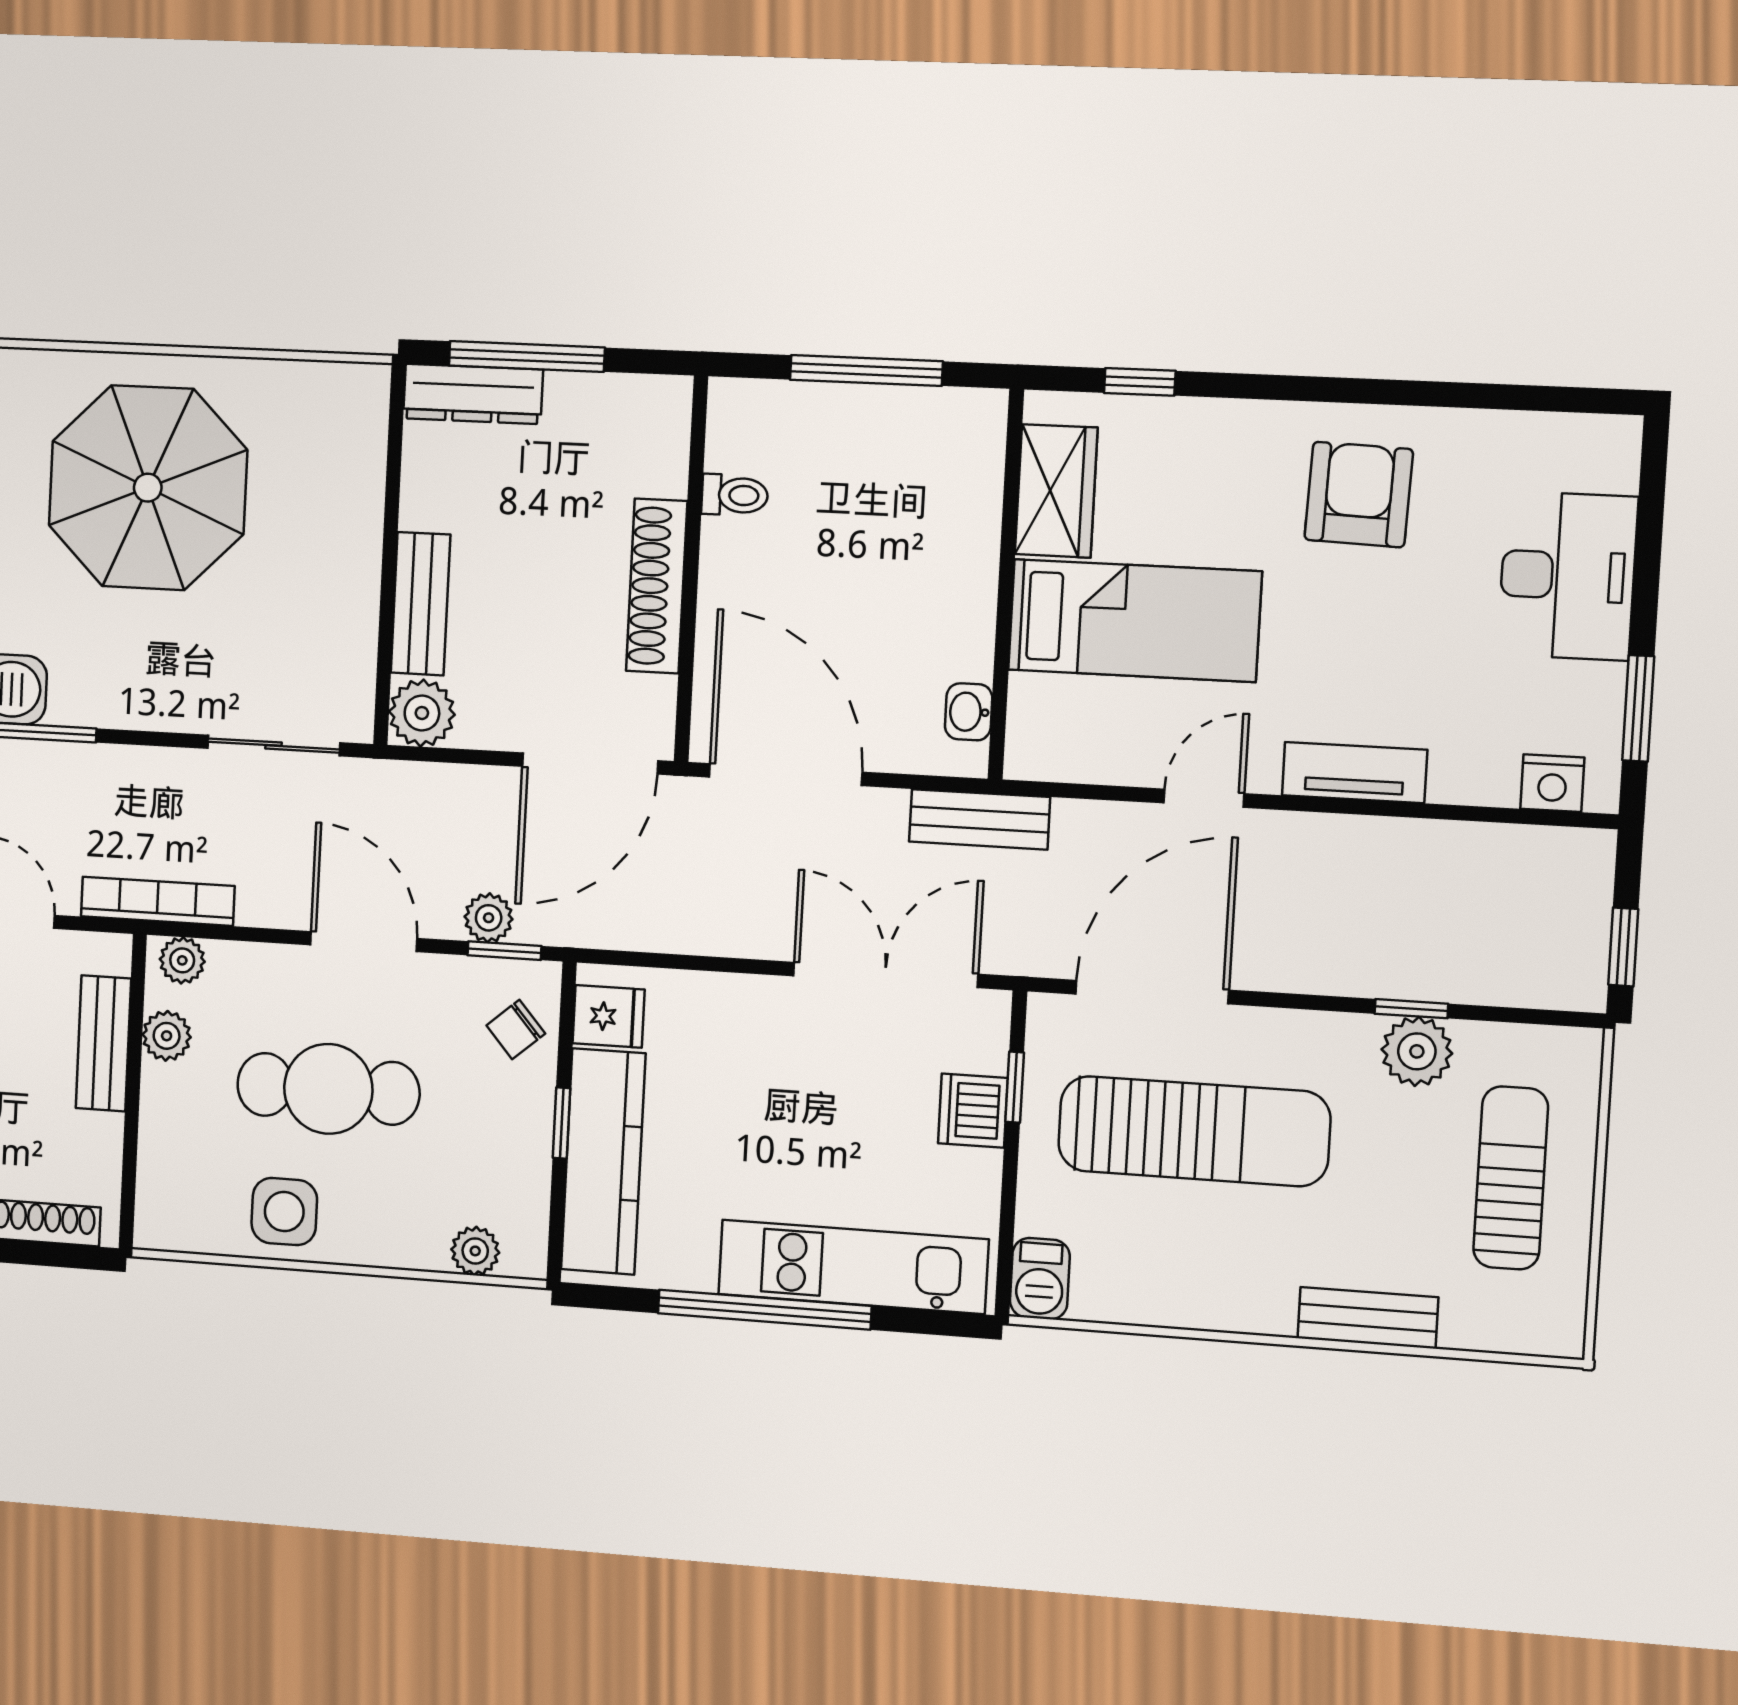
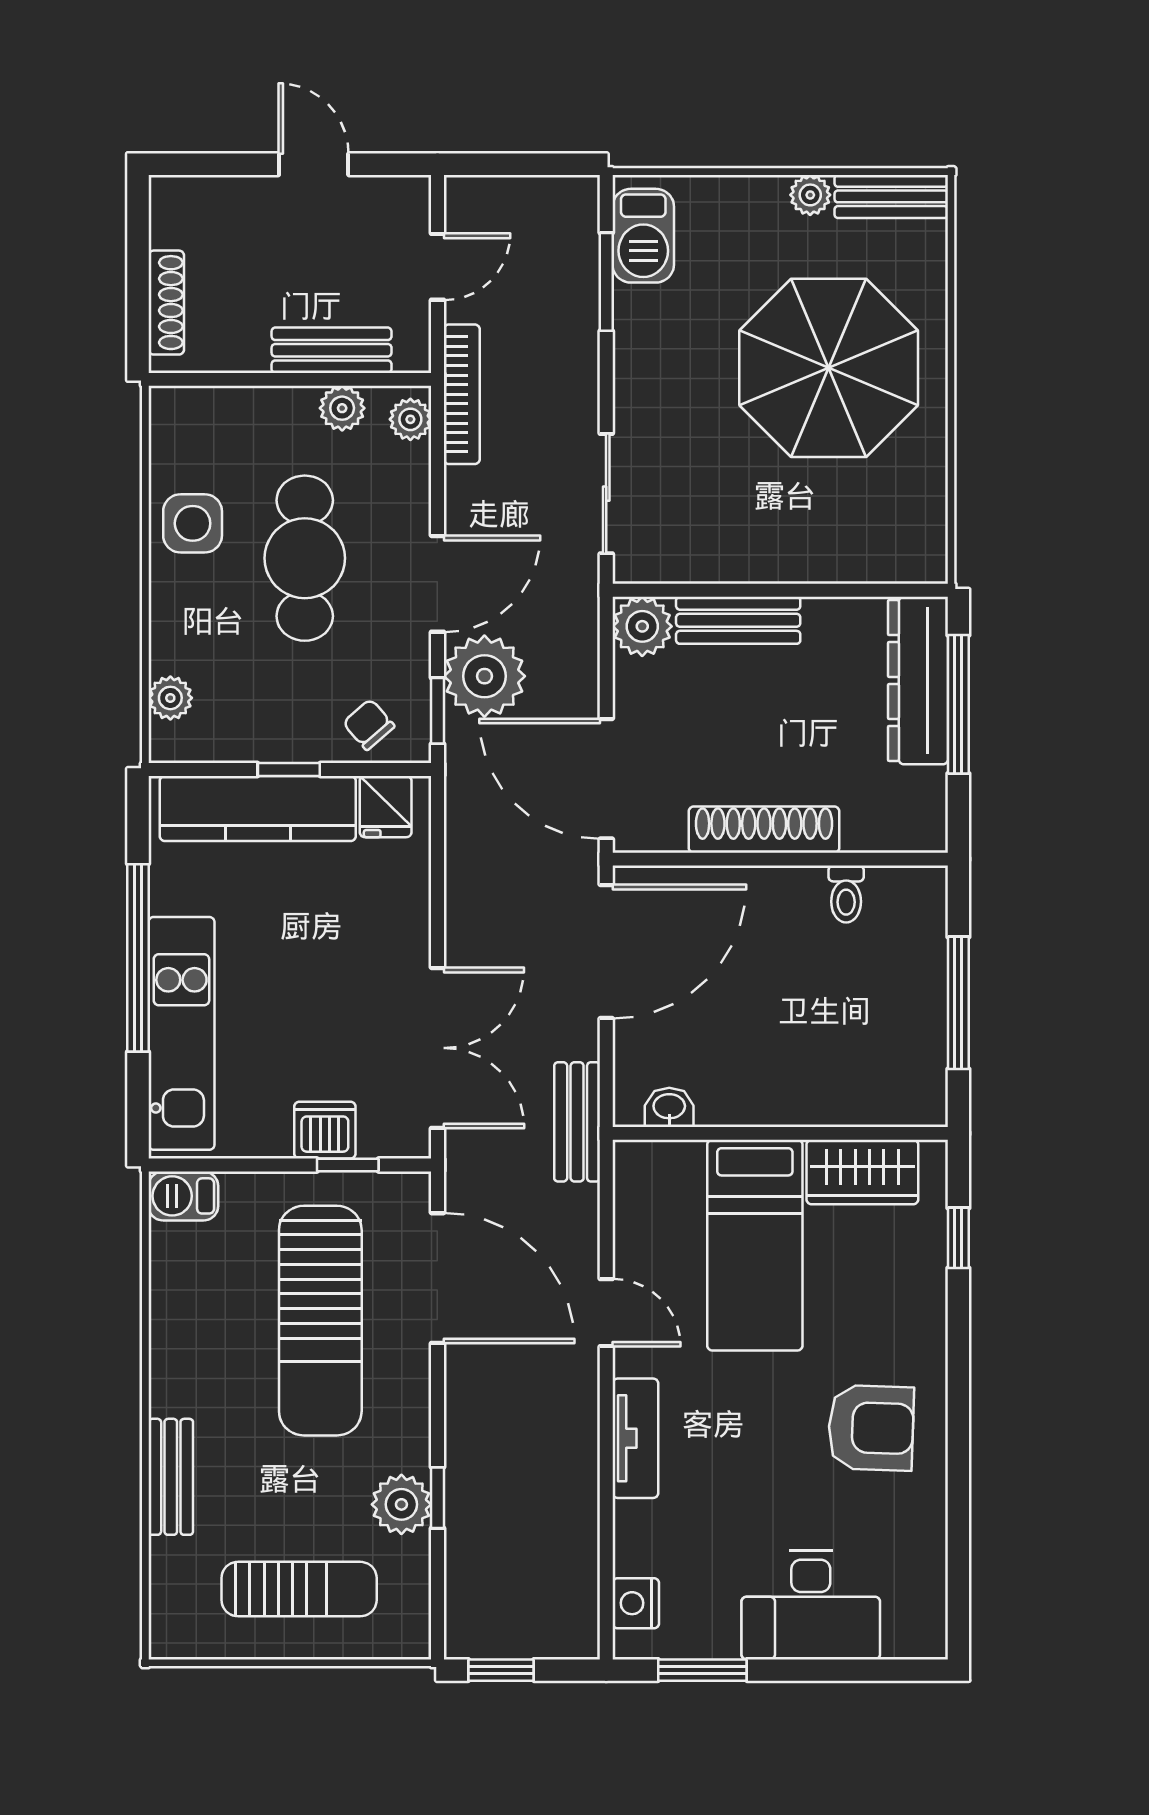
dresser: (473, 394) -> (918, 681), width x1.37, depth x1.24
plant: (489, 918) -> (484, 676), width x1.88, depth x1.88

